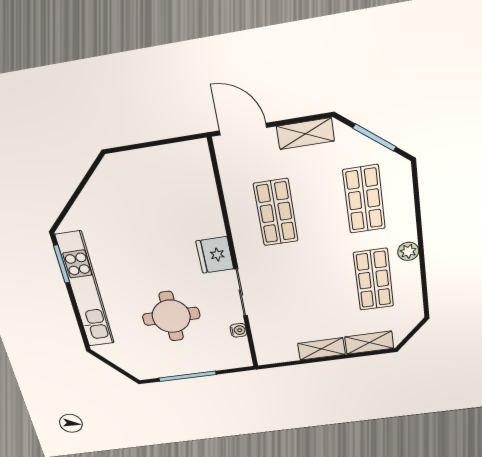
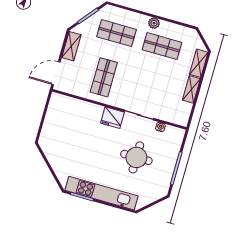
shop shelf: (276, 212) -> (104, 77), turned 90

